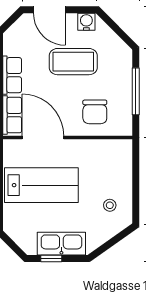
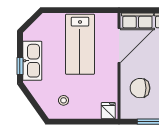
fridge: (122, 151) -> (108, 111), added
window: (51, 258) -> (20, 66), moved

